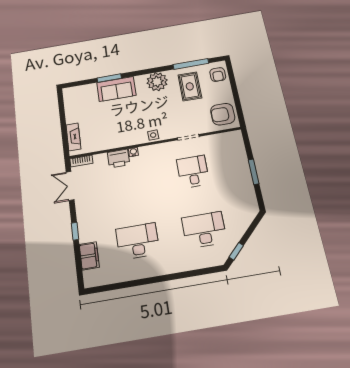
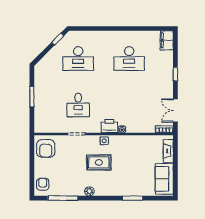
plant: (157, 82) -> (89, 191), width x0.53, depth x0.53
rug: (190, 86) -> (99, 162), moved, turned 90
sofa: (116, 89) -> (164, 179), moved, turned -90
armchair: (223, 114) -> (46, 148), turned 90
printer: (118, 159) -> (109, 126), moved
double door: (70, 186) -> (175, 110), swing flipped
filing cabinet: (89, 256) -> (167, 40), moved

